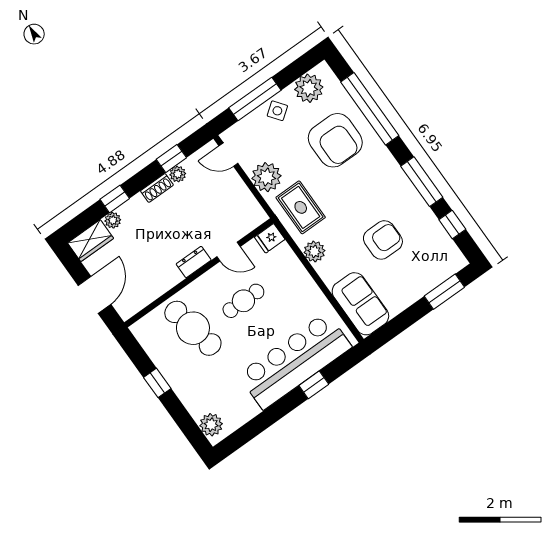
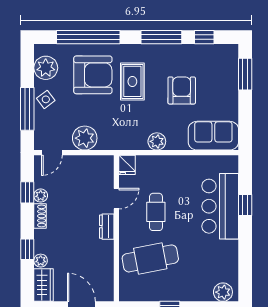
rug: (301, 207) -> (132, 81), moved, turned 90
bar counter: (295, 361) -> (220, 206), width x0.73

